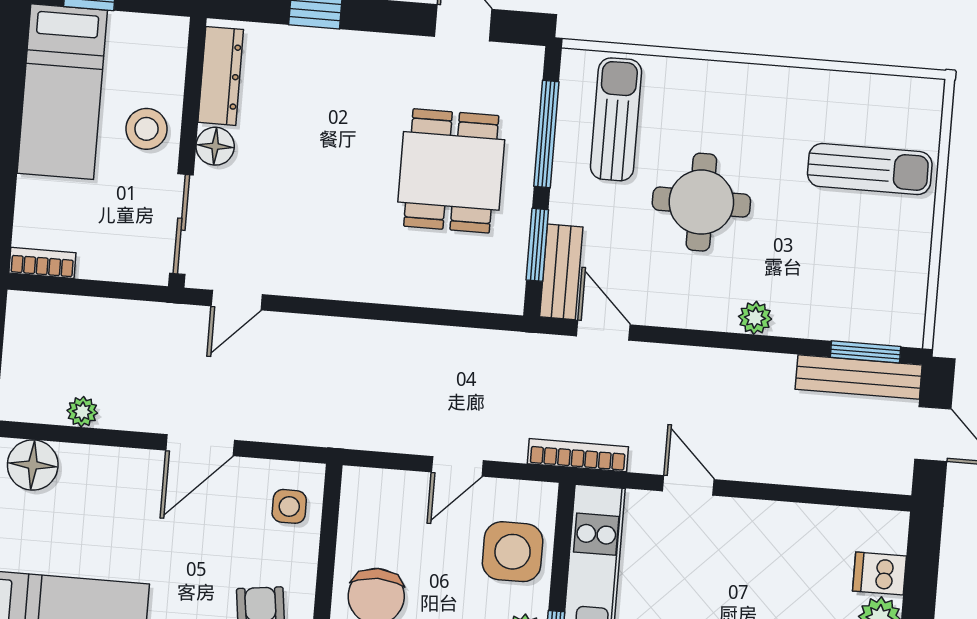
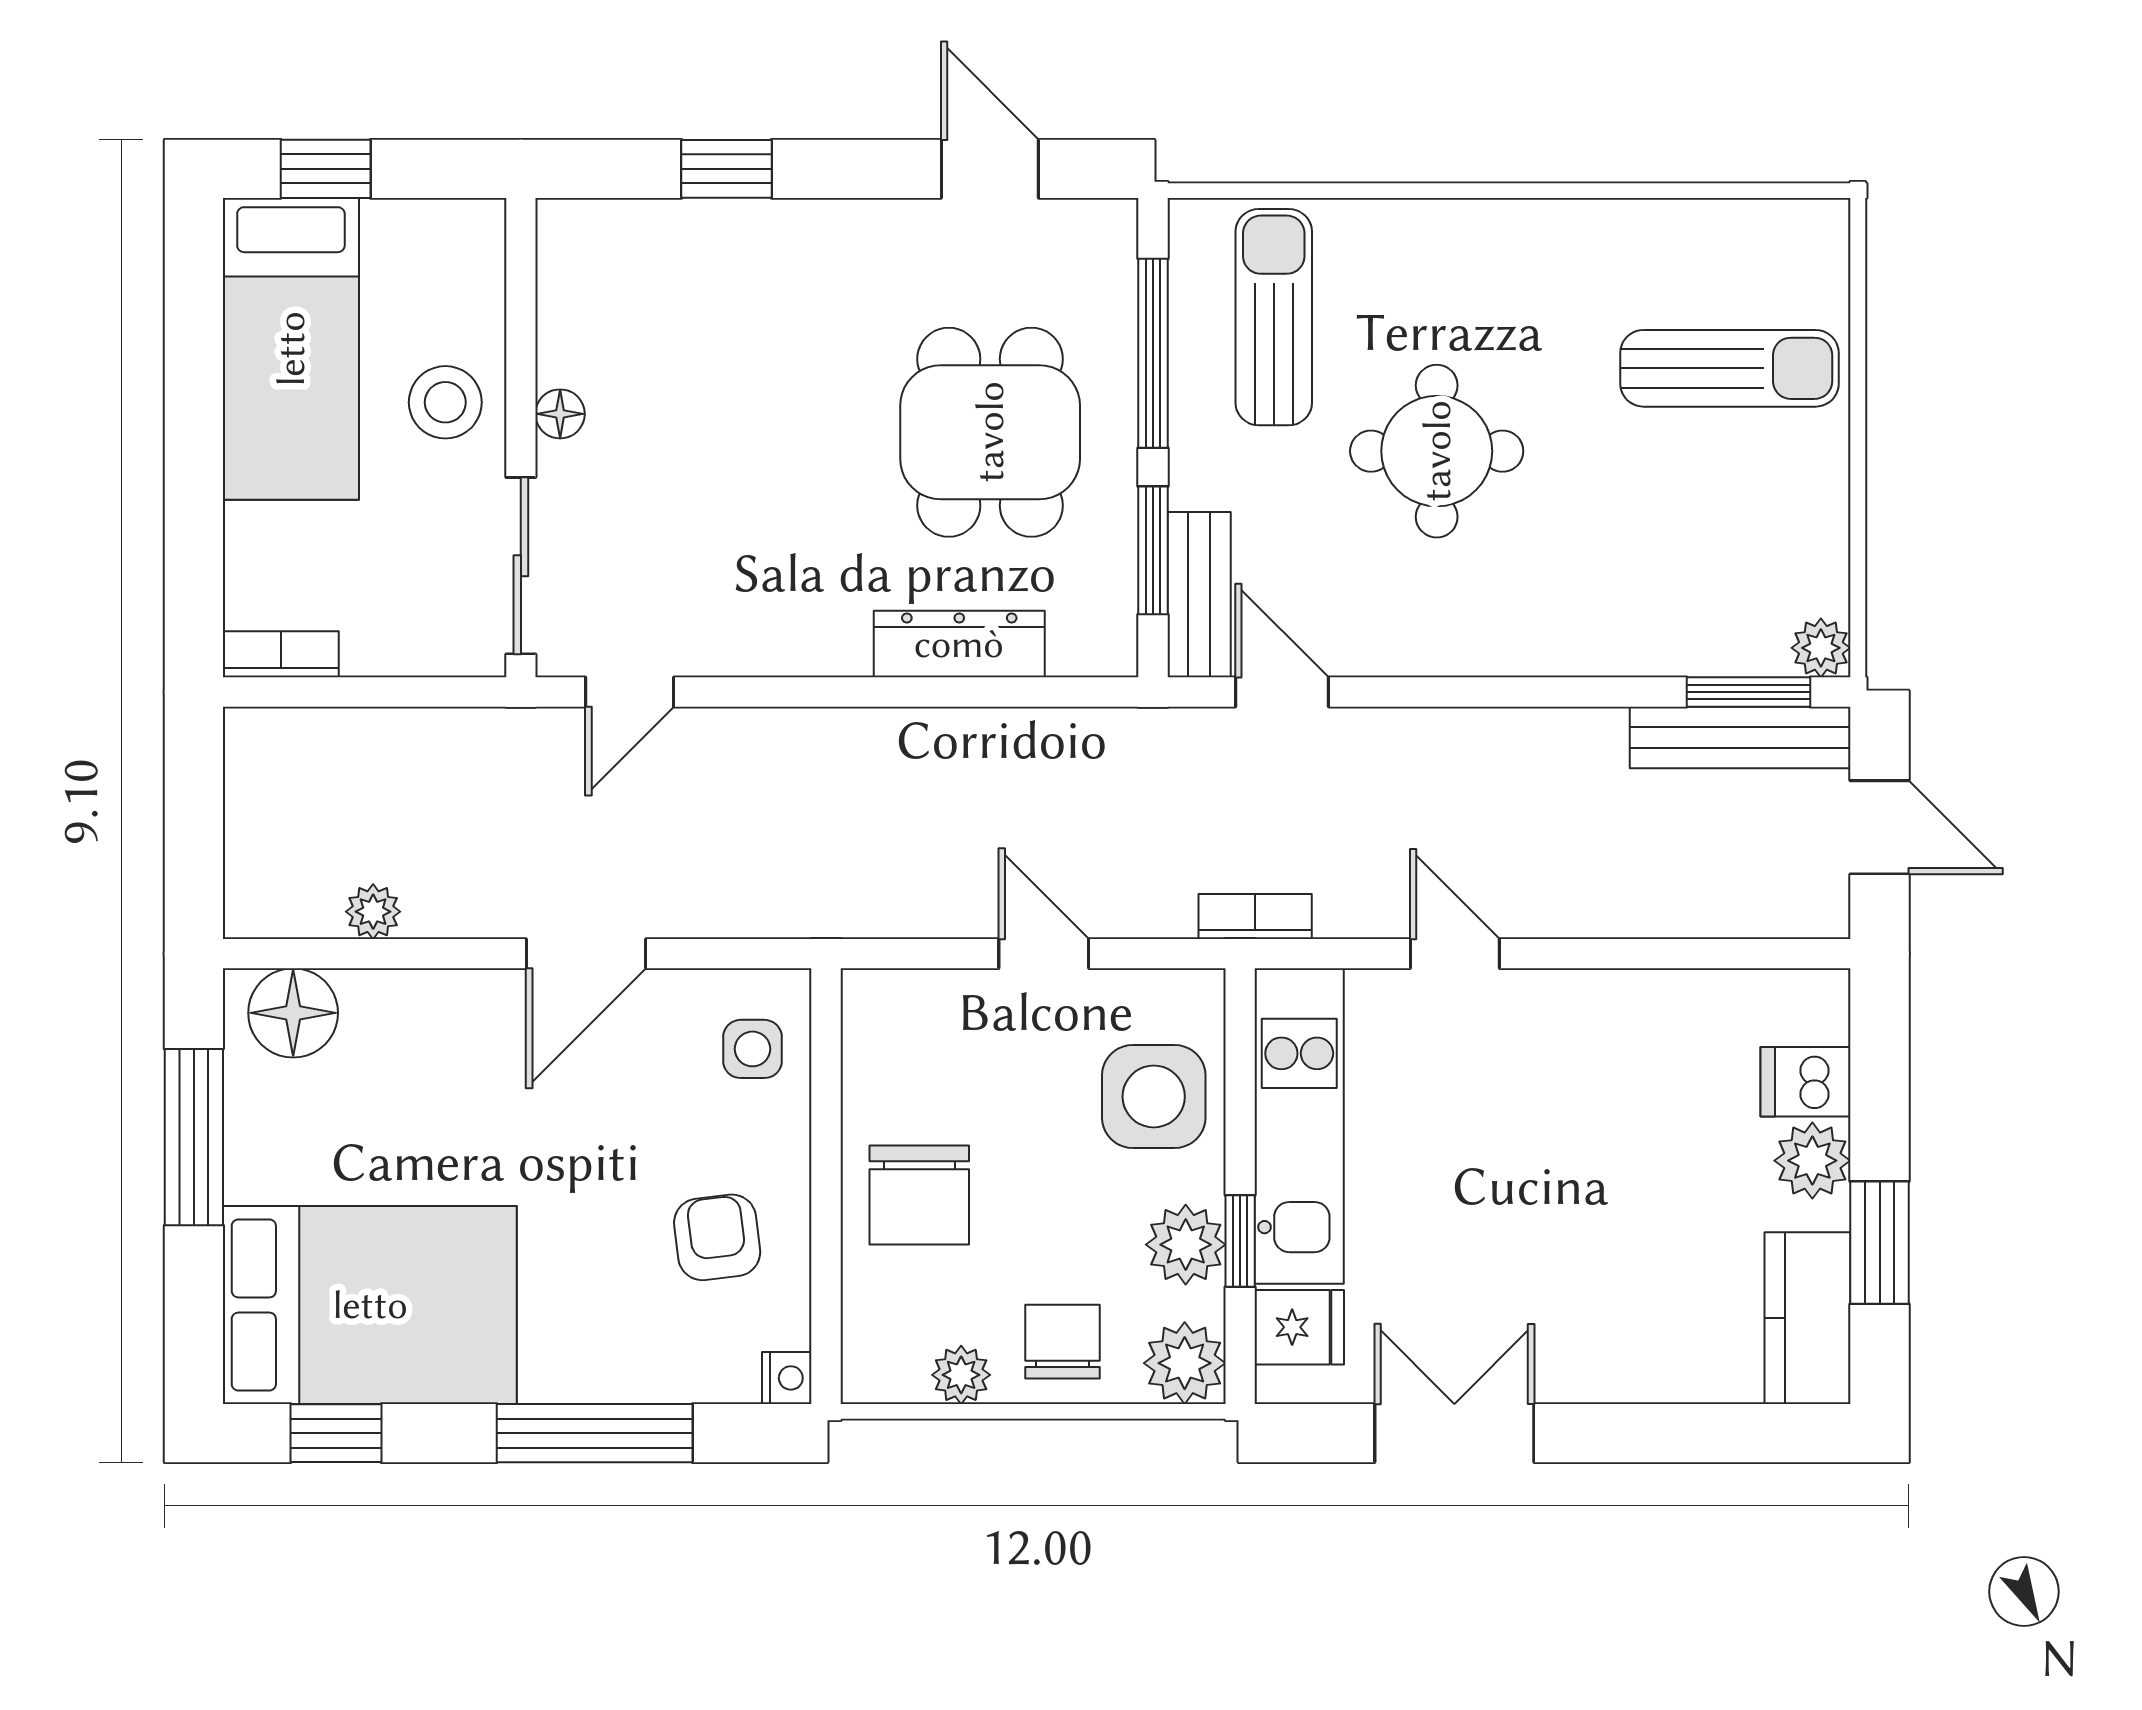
dresser: (221, 76) -> (959, 644), moved, turned -90
floor lamp: (215, 146) -> (560, 414), width x0.73, depth x0.73
plant: (755, 318) -> (1821, 648), moved
bookcase: (578, 455) -> (1255, 916), width x0.64
door: (457, 466) -> (1044, 954), swing flipped

